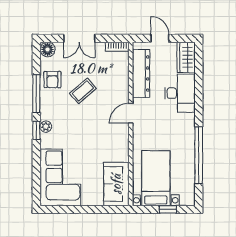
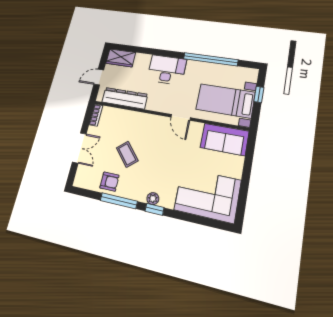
floor lamp: (48, 49) -> (81, 180), removed
desk: (180, 93) -> (167, 70), moved
door: (131, 113) -> (181, 117), moved

